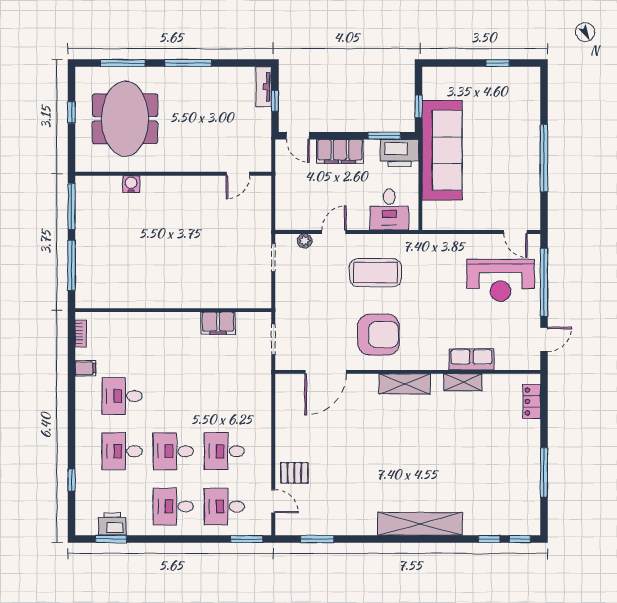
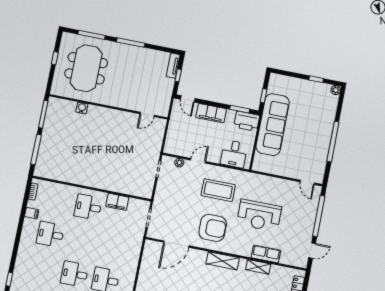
plant: (533, 74) -> (336, 90), added
reception desk: (501, 280) -> (259, 216), moved
desk: (122, 451) -> (88, 207), moved

